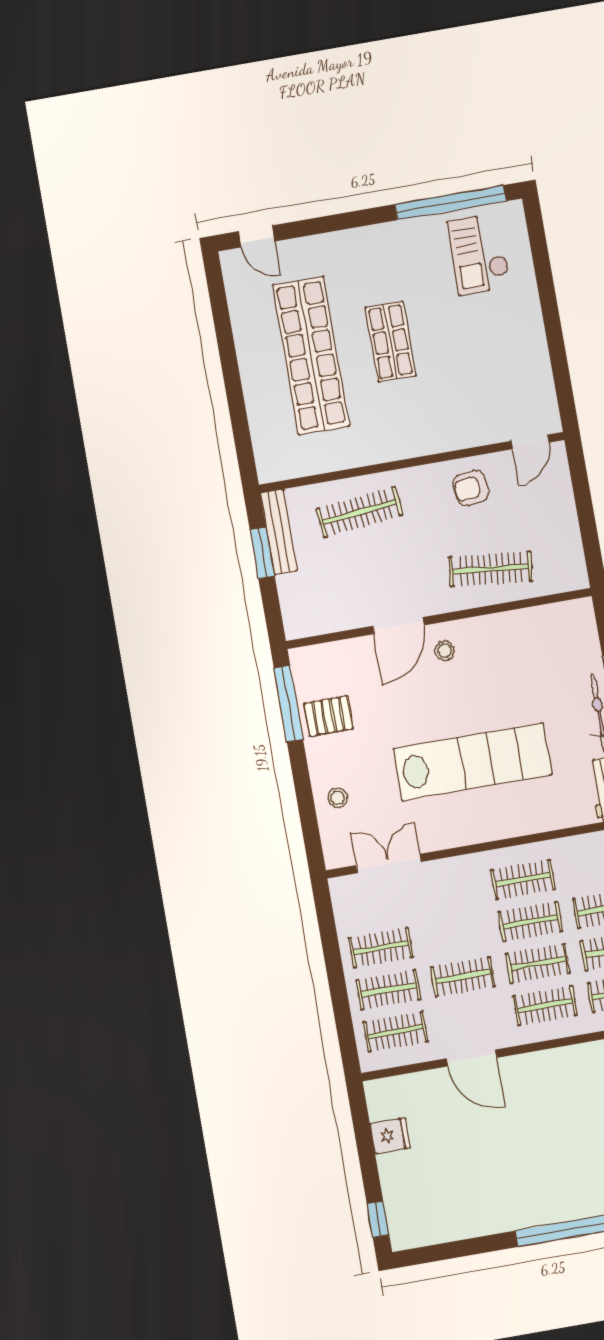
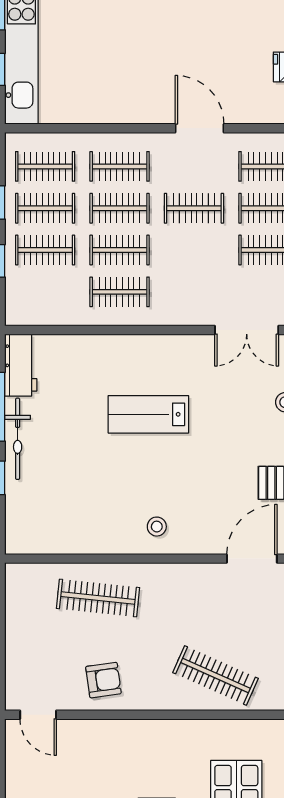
door: (530, 442) -> (38, 715), swing flipped
clothes rail: (360, 512) -> (216, 675), turned 30
door: (398, 626) -> (252, 559), moved
lab bench: (472, 762) -> (148, 414), width x0.54, depth x0.72

